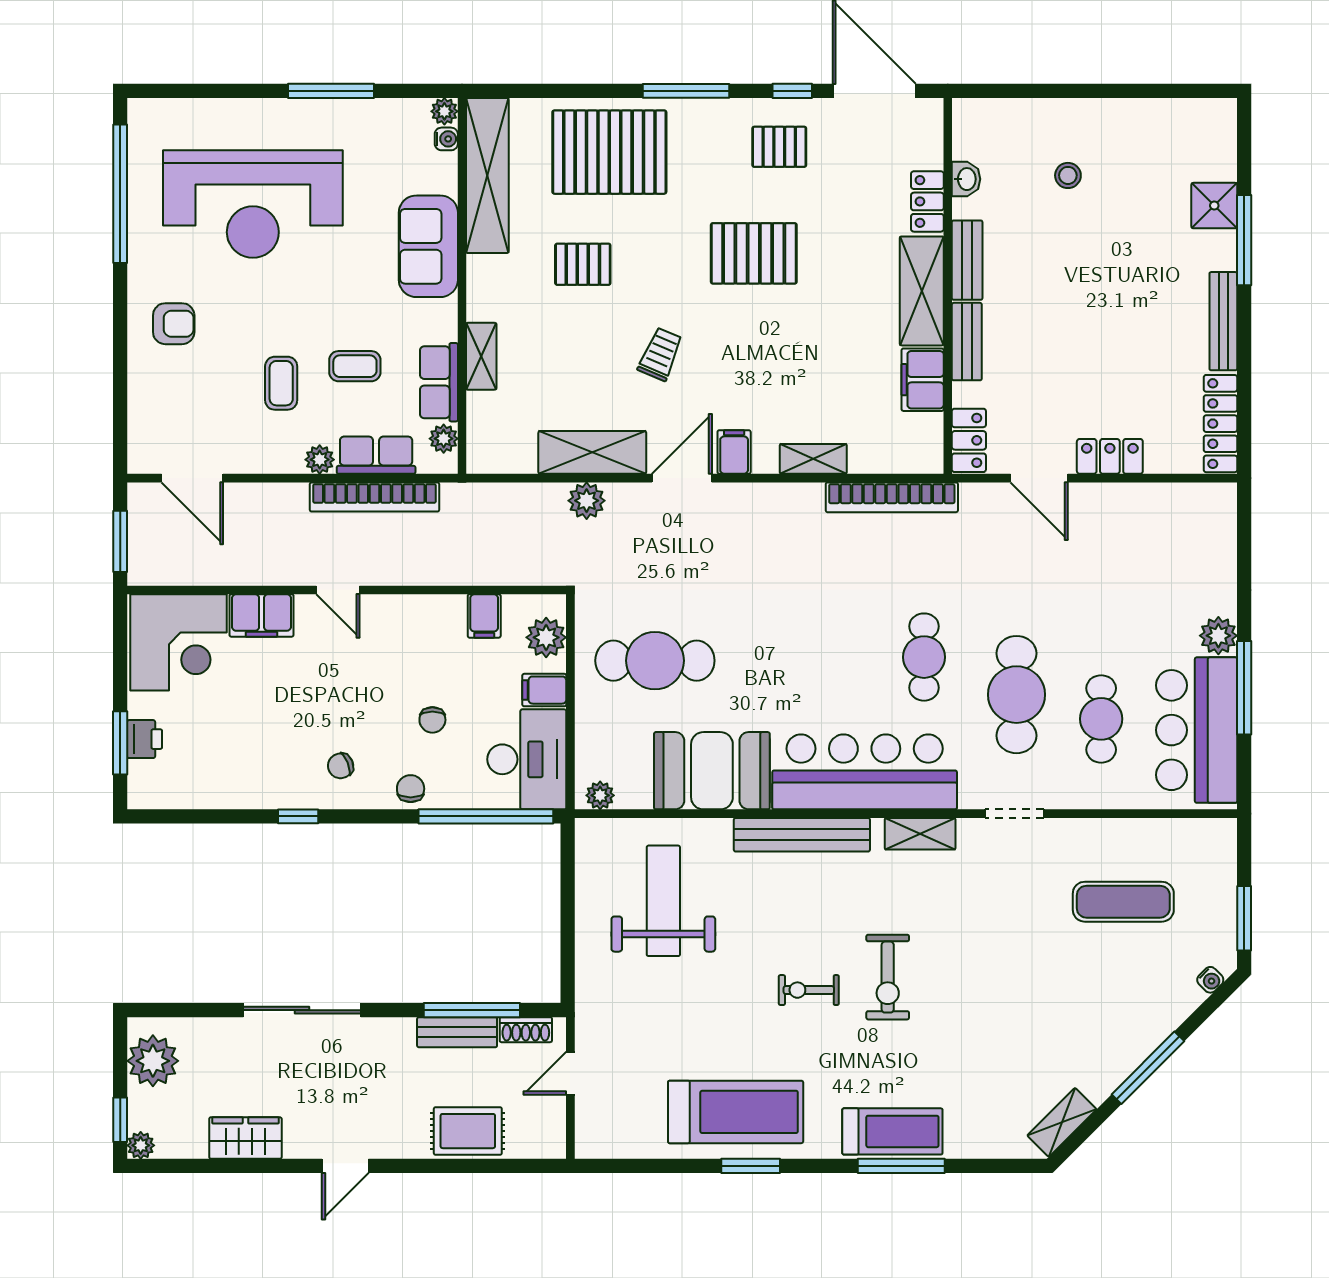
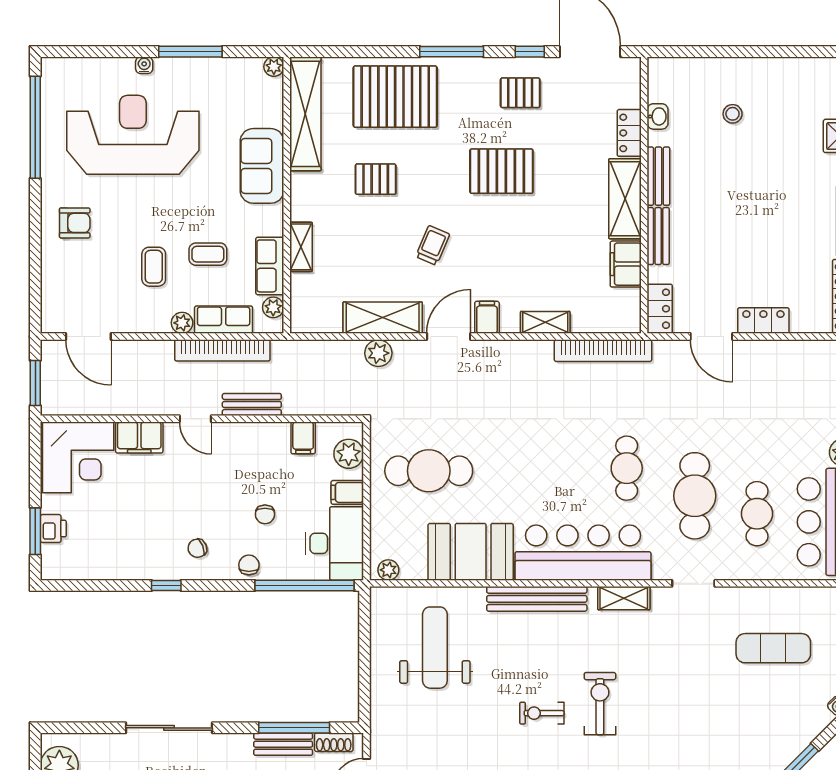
water cooler: (446, 139) -> (144, 65), moved, turned -90
reception desk: (253, 204) -> (133, 135), turned 180
bench: (415, 571) -> (252, 405), added
exercise bike: (888, 977) -> (600, 704), turned 180

